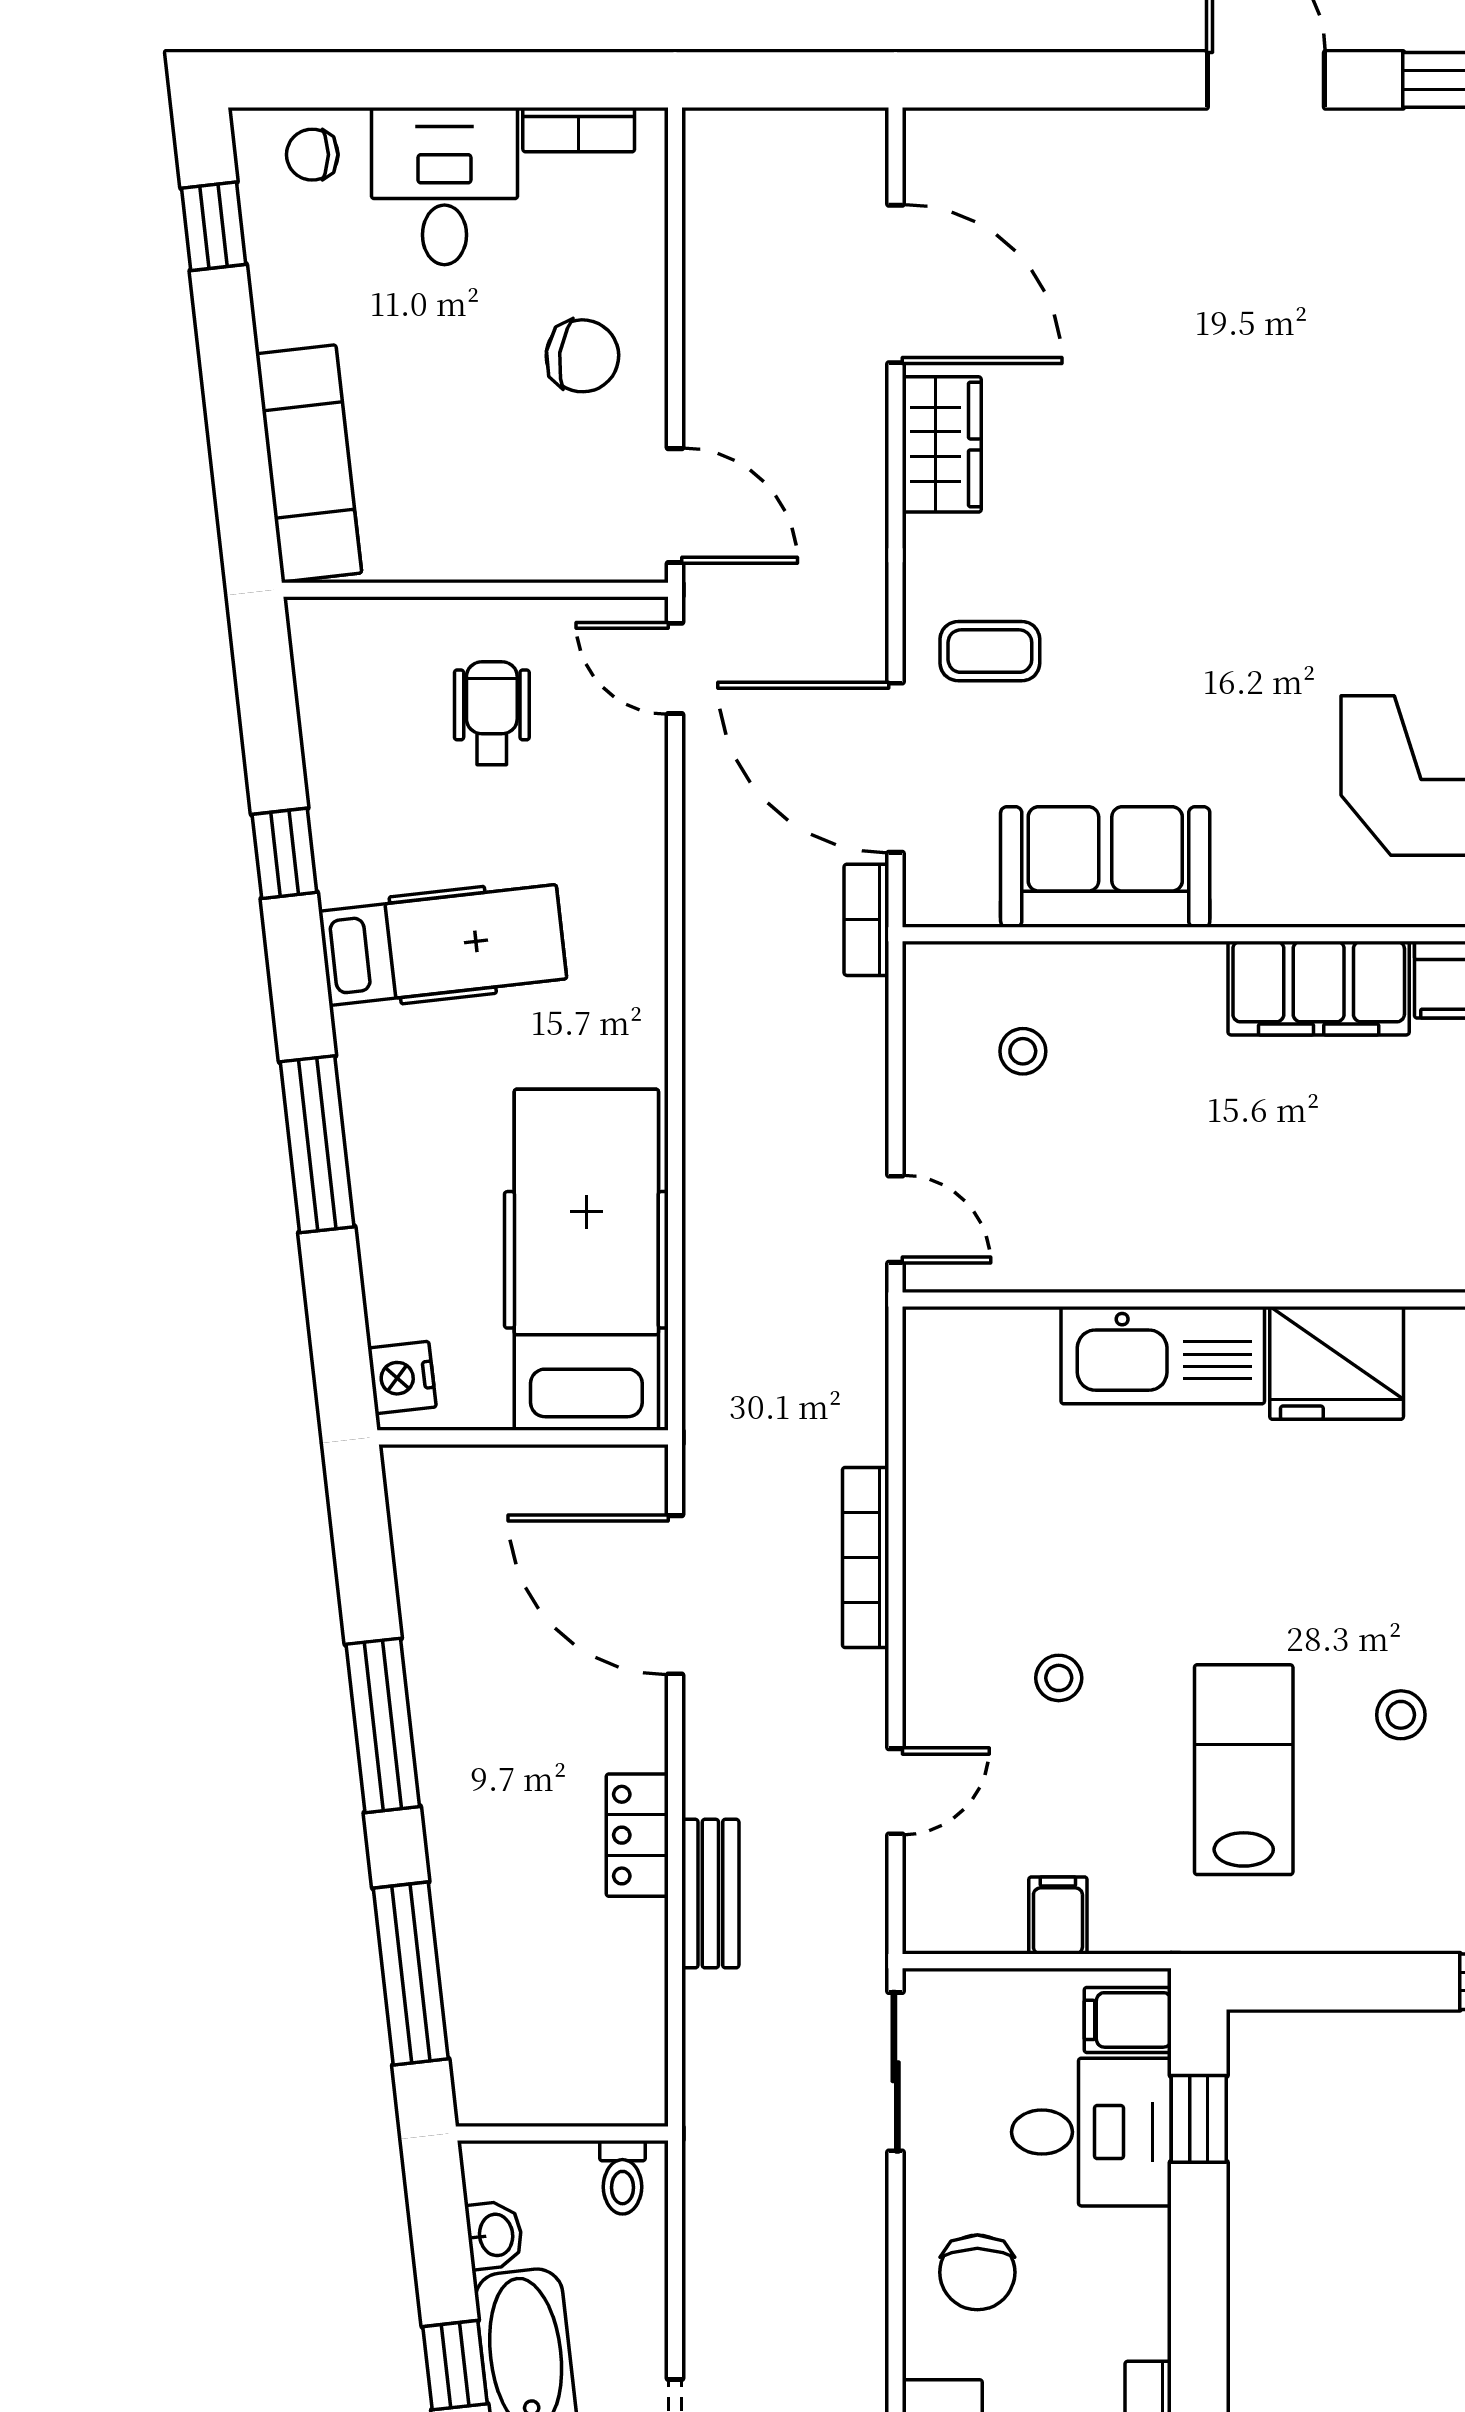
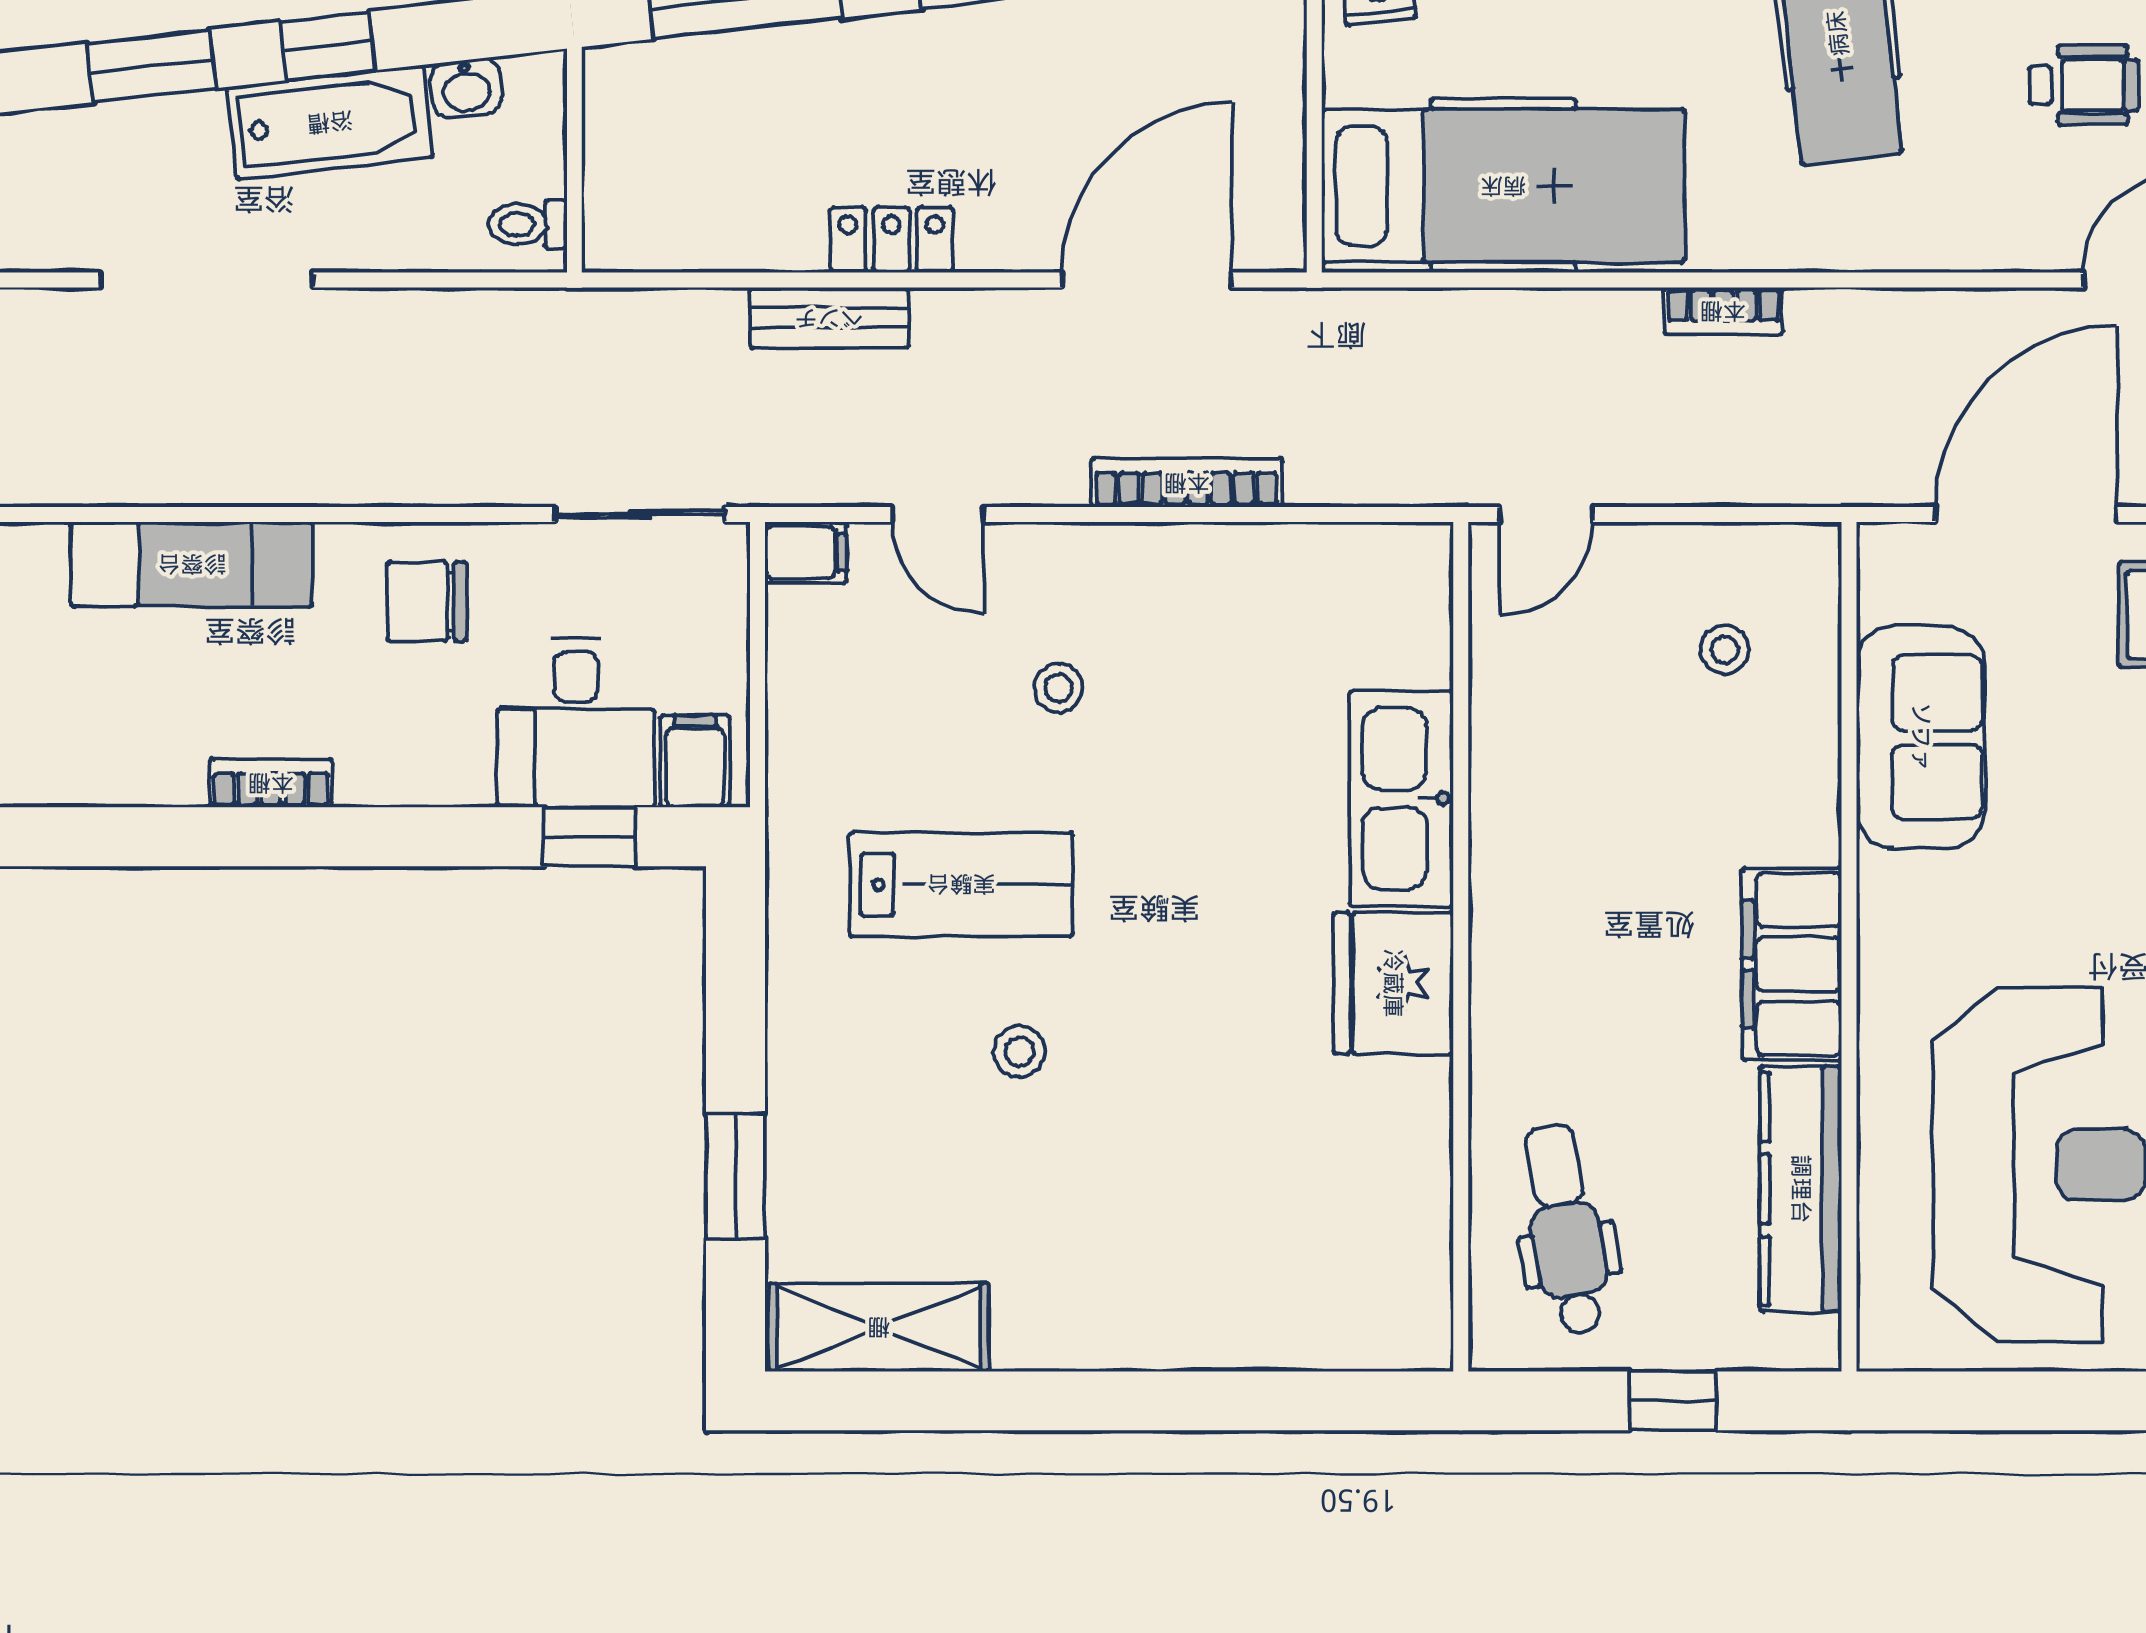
bookcase: (866, 920) -> (1723, 311), moved, turned 180
filing cabinet: (1058, 1916) -> (806, 553), moved

